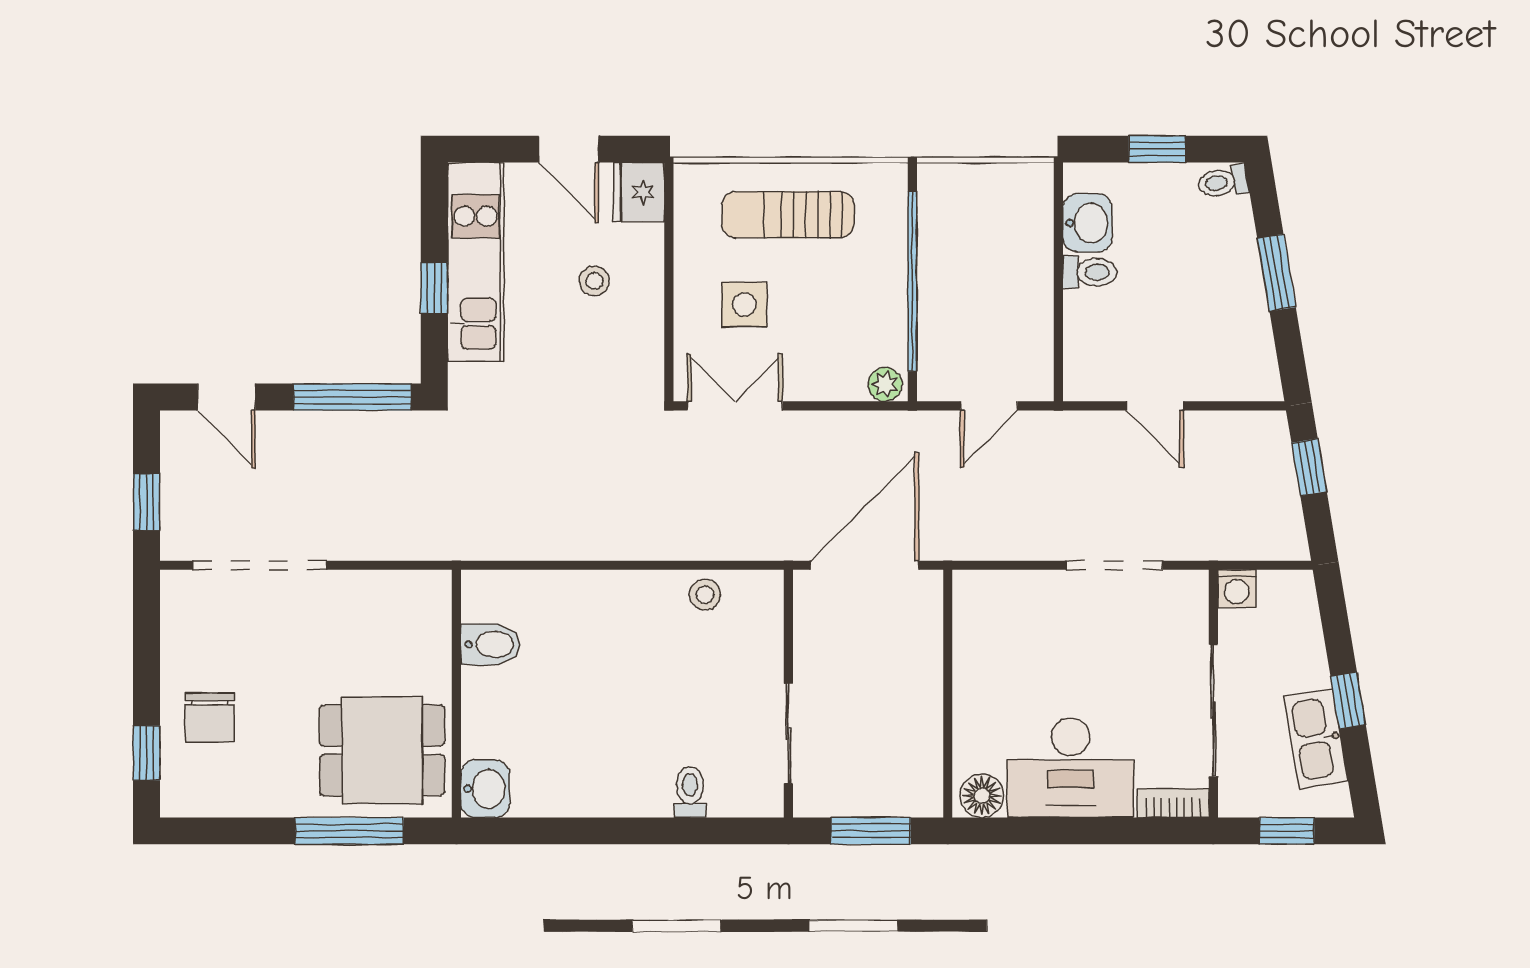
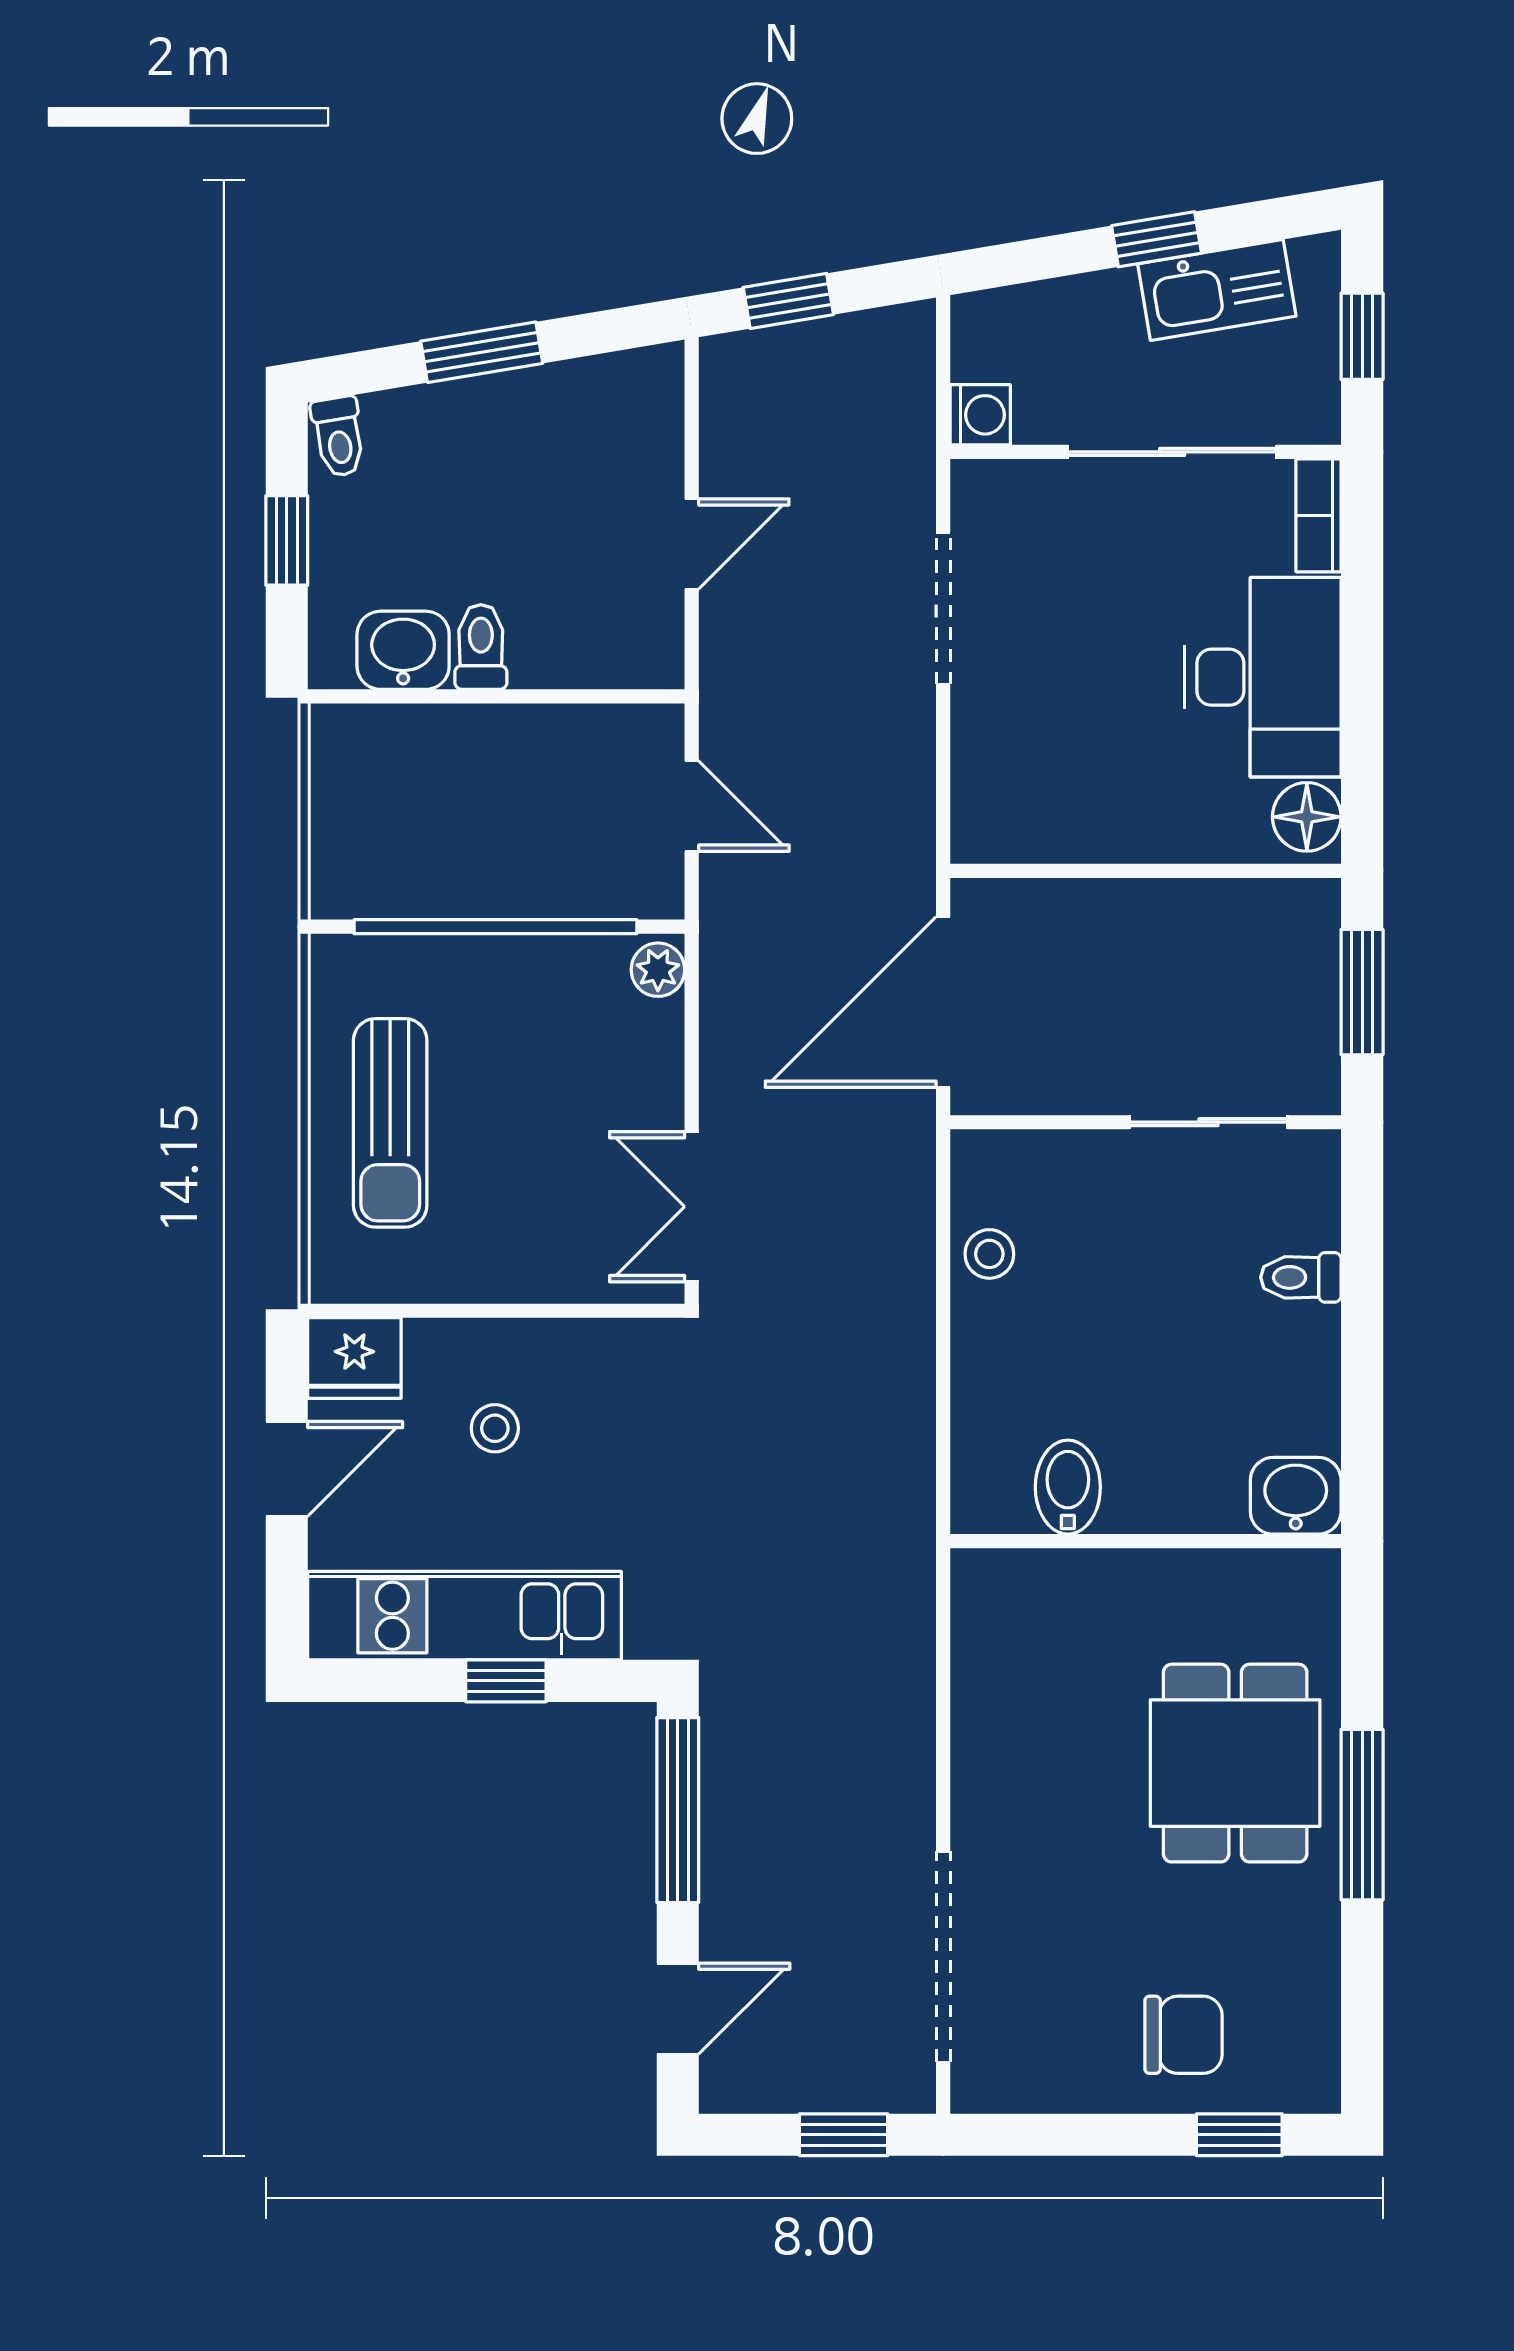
side table: (744, 304) -> (532, 1192), removed
door: (865, 565) -> (943, 1002), hinge flipped
bidet: (491, 644) -> (1068, 1487), moved
wall: (456, 694) -> (1146, 1541), moved
washbasin: (485, 789) -> (1296, 1496), moved

